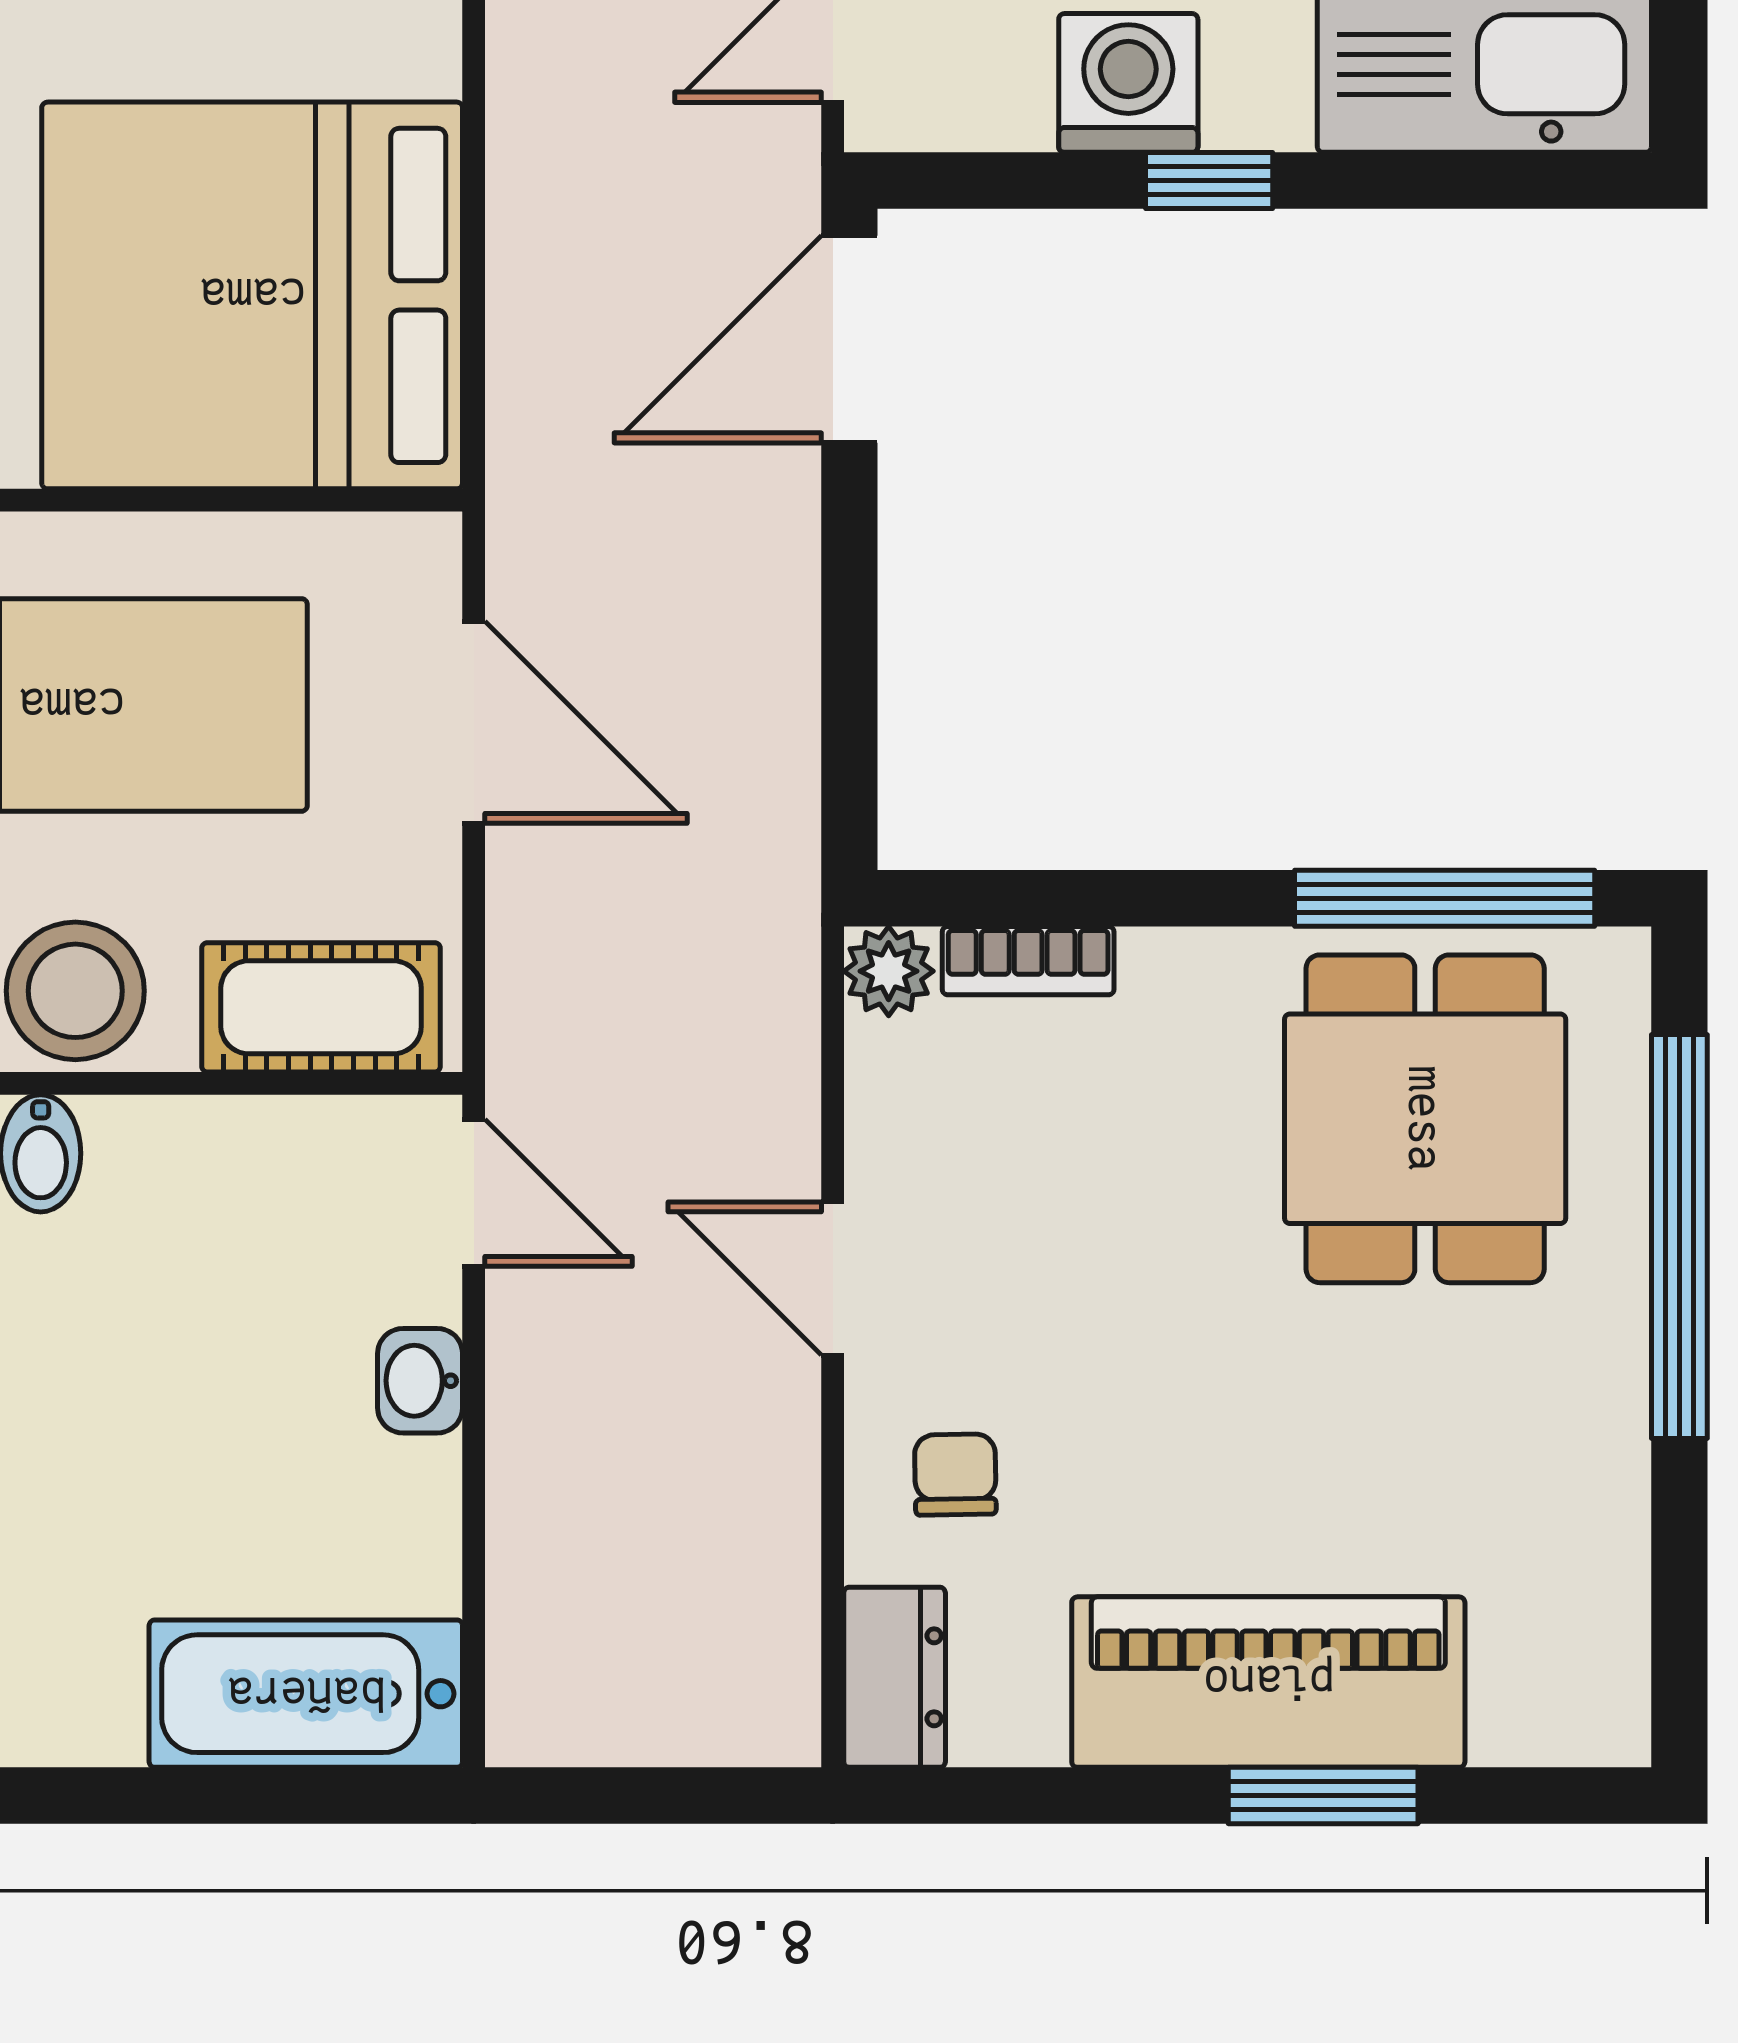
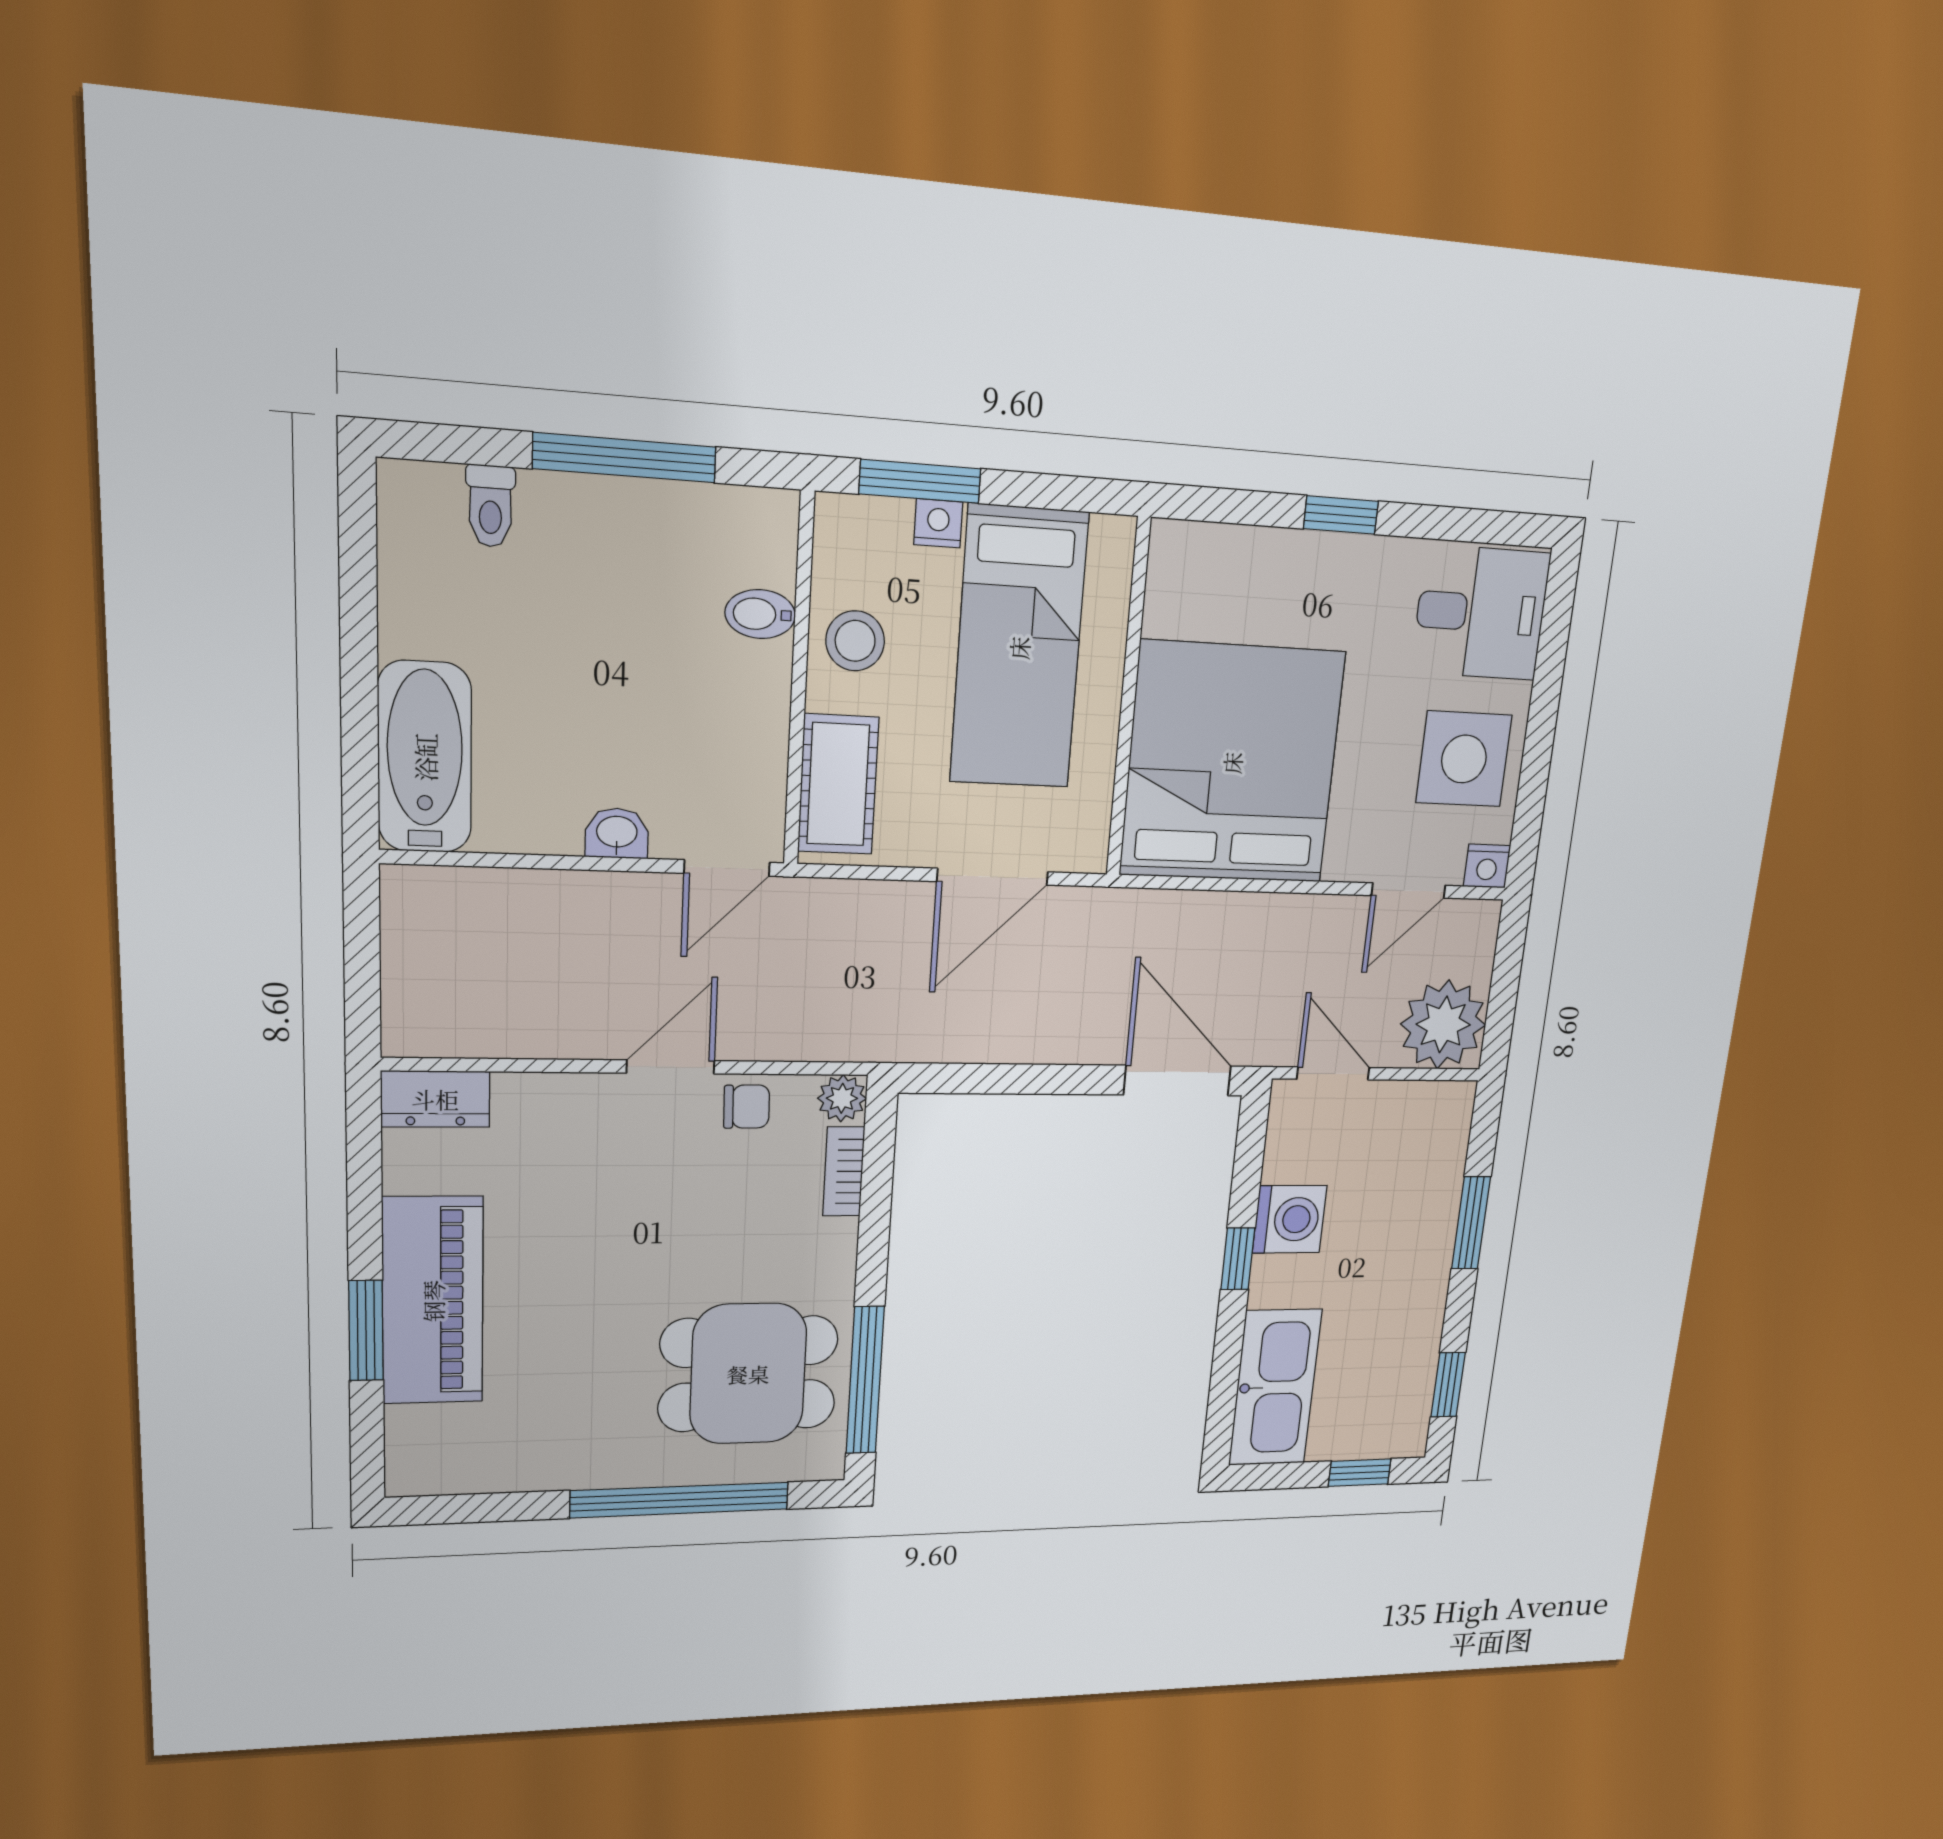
stool: (75, 991) -> (855, 641), width x0.73, depth x0.73
chair: (955, 1475) -> (747, 1107), moved

